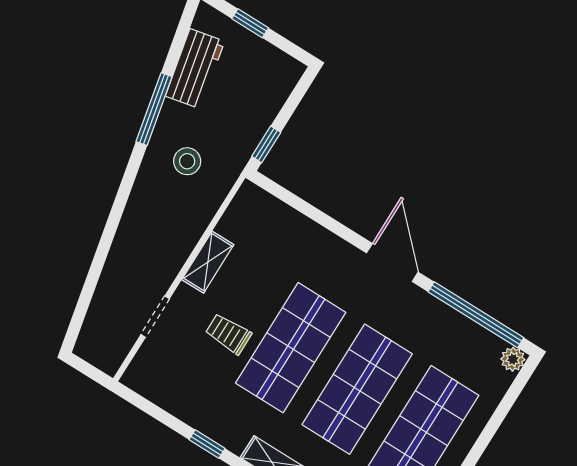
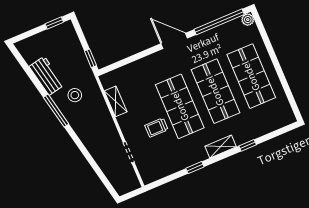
window: (250, 23) -> (54, 23), moved
workbench: (195, 69) -> (47, 76), moved
window: (154, 109) -> (56, 111), moved
shelving: (208, 262) -> (116, 101), moved

